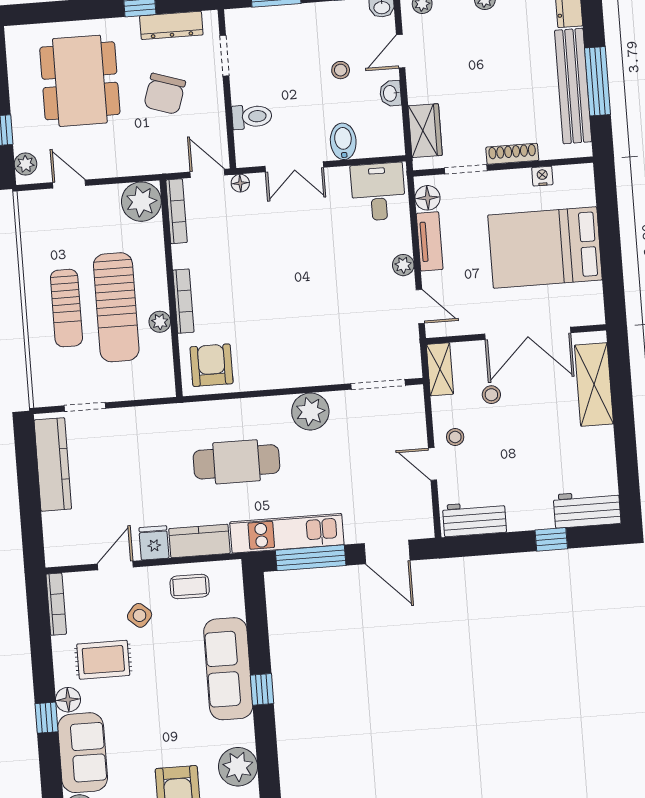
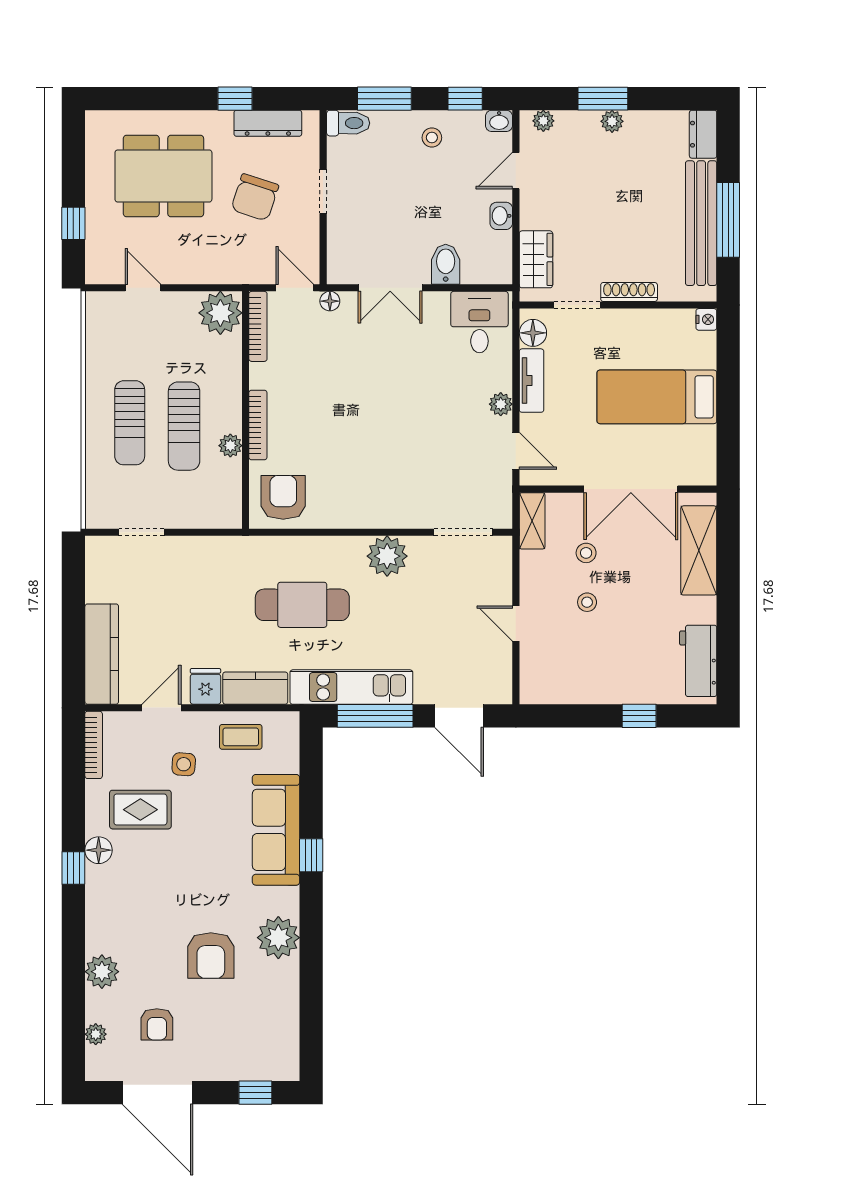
doorway: (224, 56) -> (323, 191), moved
stool: (341, 70) -> (432, 138), moved
dining table: (80, 81) -> (163, 176), turned 90
toilet: (252, 117) -> (348, 123), moved
plant: (26, 164) -> (97, 262), removed
nightstand: (542, 176) -> (706, 319), moved, turned 90
bed: (545, 247) -> (657, 397), width x0.67
sun lounger: (116, 307) -> (184, 426), width x0.73, depth x0.75
stool: (455, 437) -> (587, 602), moved
kitchen counter: (53, 464) -> (102, 654), moved
workbench: (587, 509) -> (698, 661), moved, turned -90
workbench: (474, 519) -> (557, 687), removed
side table: (140, 615) -> (184, 764), turned -37
sofa: (83, 753) -> (110, 909), removed

